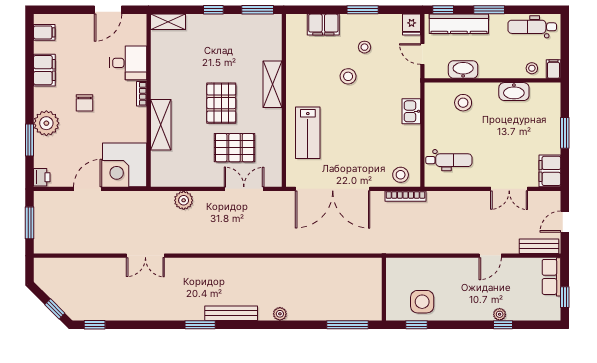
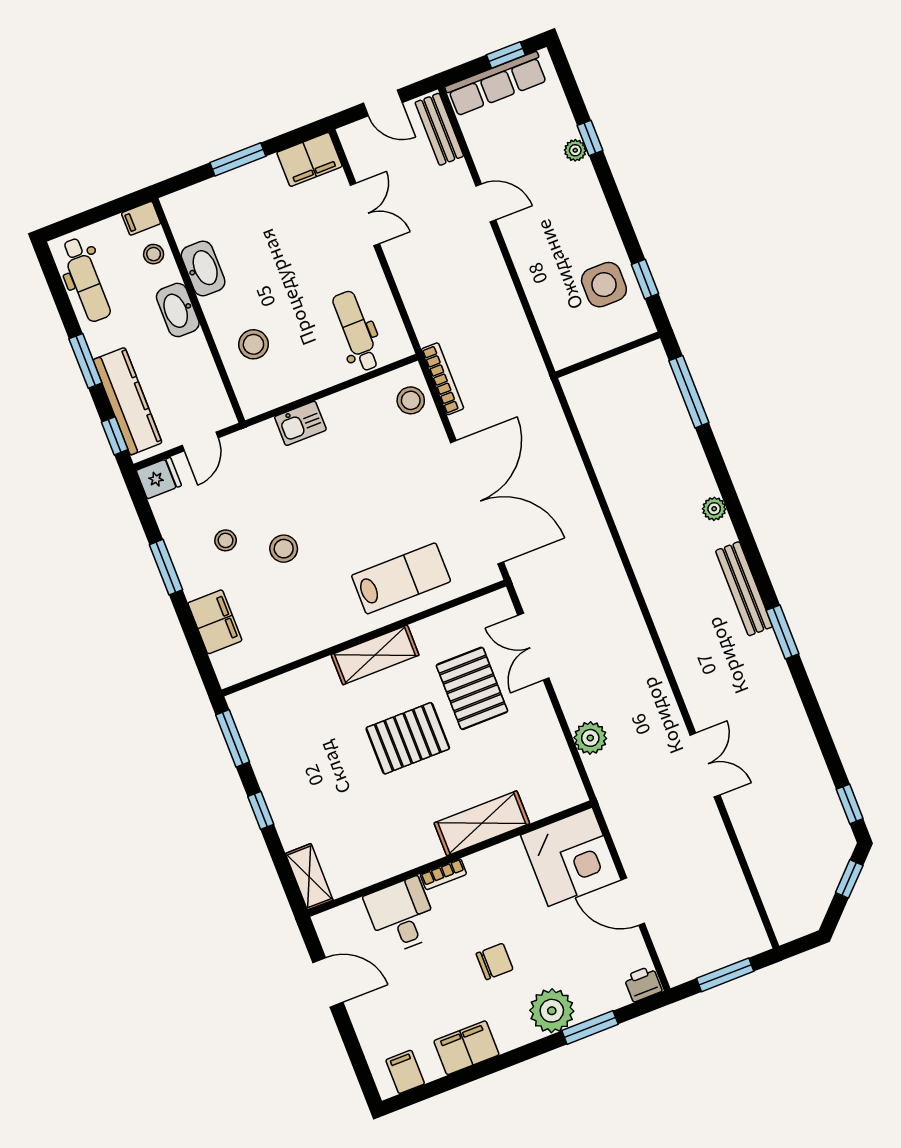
washbasin: (463, 69) -> (178, 310), moved
shelving: (272, 84) -> (375, 655), moved
row of seats: (551, 277) -> (496, 84), width x1.48

